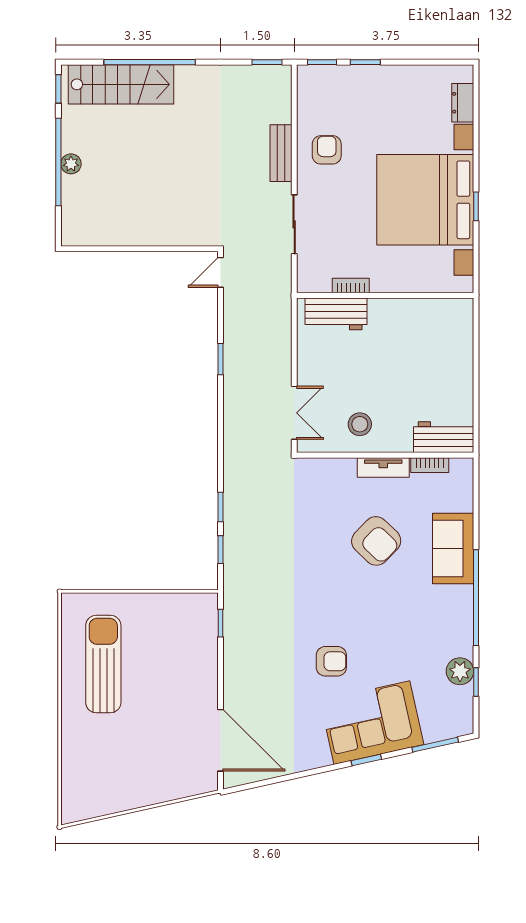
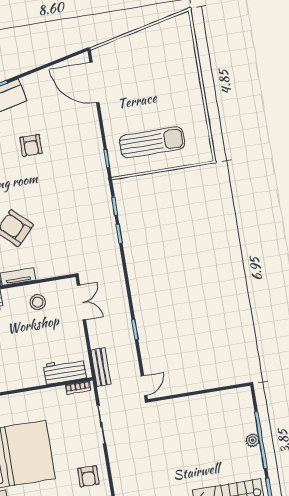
bench: (281, 153) -> (101, 367), moved
bookcase: (351, 286) -> (78, 388), moved
double door: (294, 413) -> (81, 302), swing flipped
armchair: (331, 661) -> (31, 145), turned -90
sun lounger: (103, 664) -> (152, 142), moved, turned -90

